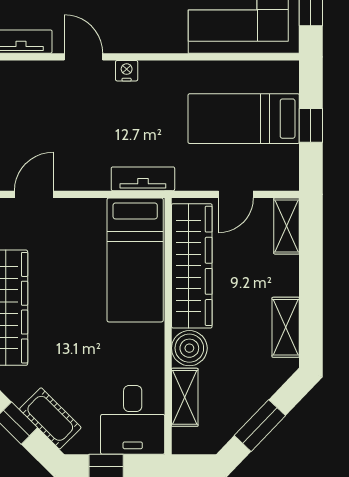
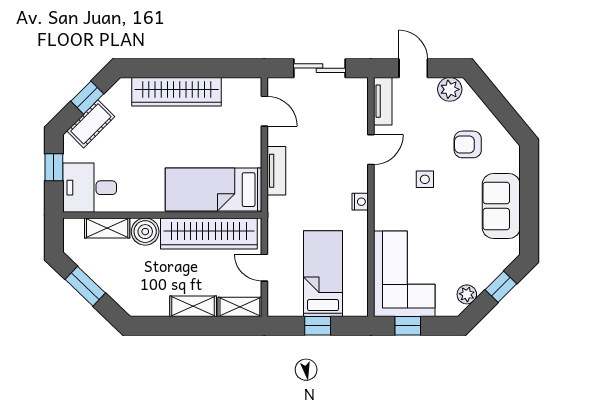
nightstand: (127, 71) -> (360, 202), moved
tv unit: (143, 179) -> (276, 171), moved
shelving: (286, 327) -> (193, 306), moved

